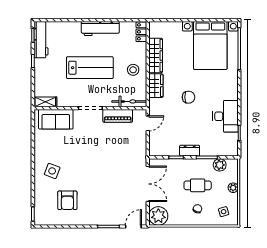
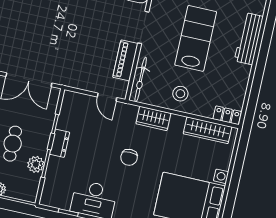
workbench: (100, 29) -> (249, 39), moved
wardrobe: (156, 56) -> (208, 130), moved
lab bench: (90, 68) -> (196, 38), turned 180
plant: (220, 165) -> (36, 164), moved

